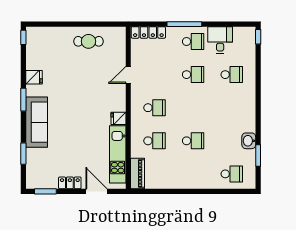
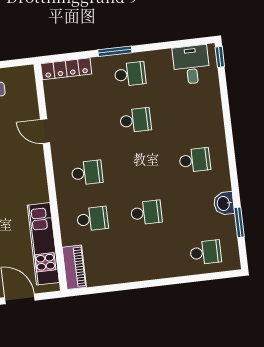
window: (184, 24) -> (115, 51), width x0.69
desk: (220, 40) -> (191, 65), moved
door: (128, 75) -> (45, 131), hinge flipped
school desk: (232, 75) -> (195, 160), moved
fridge: (118, 118) -> (38, 194), removed

